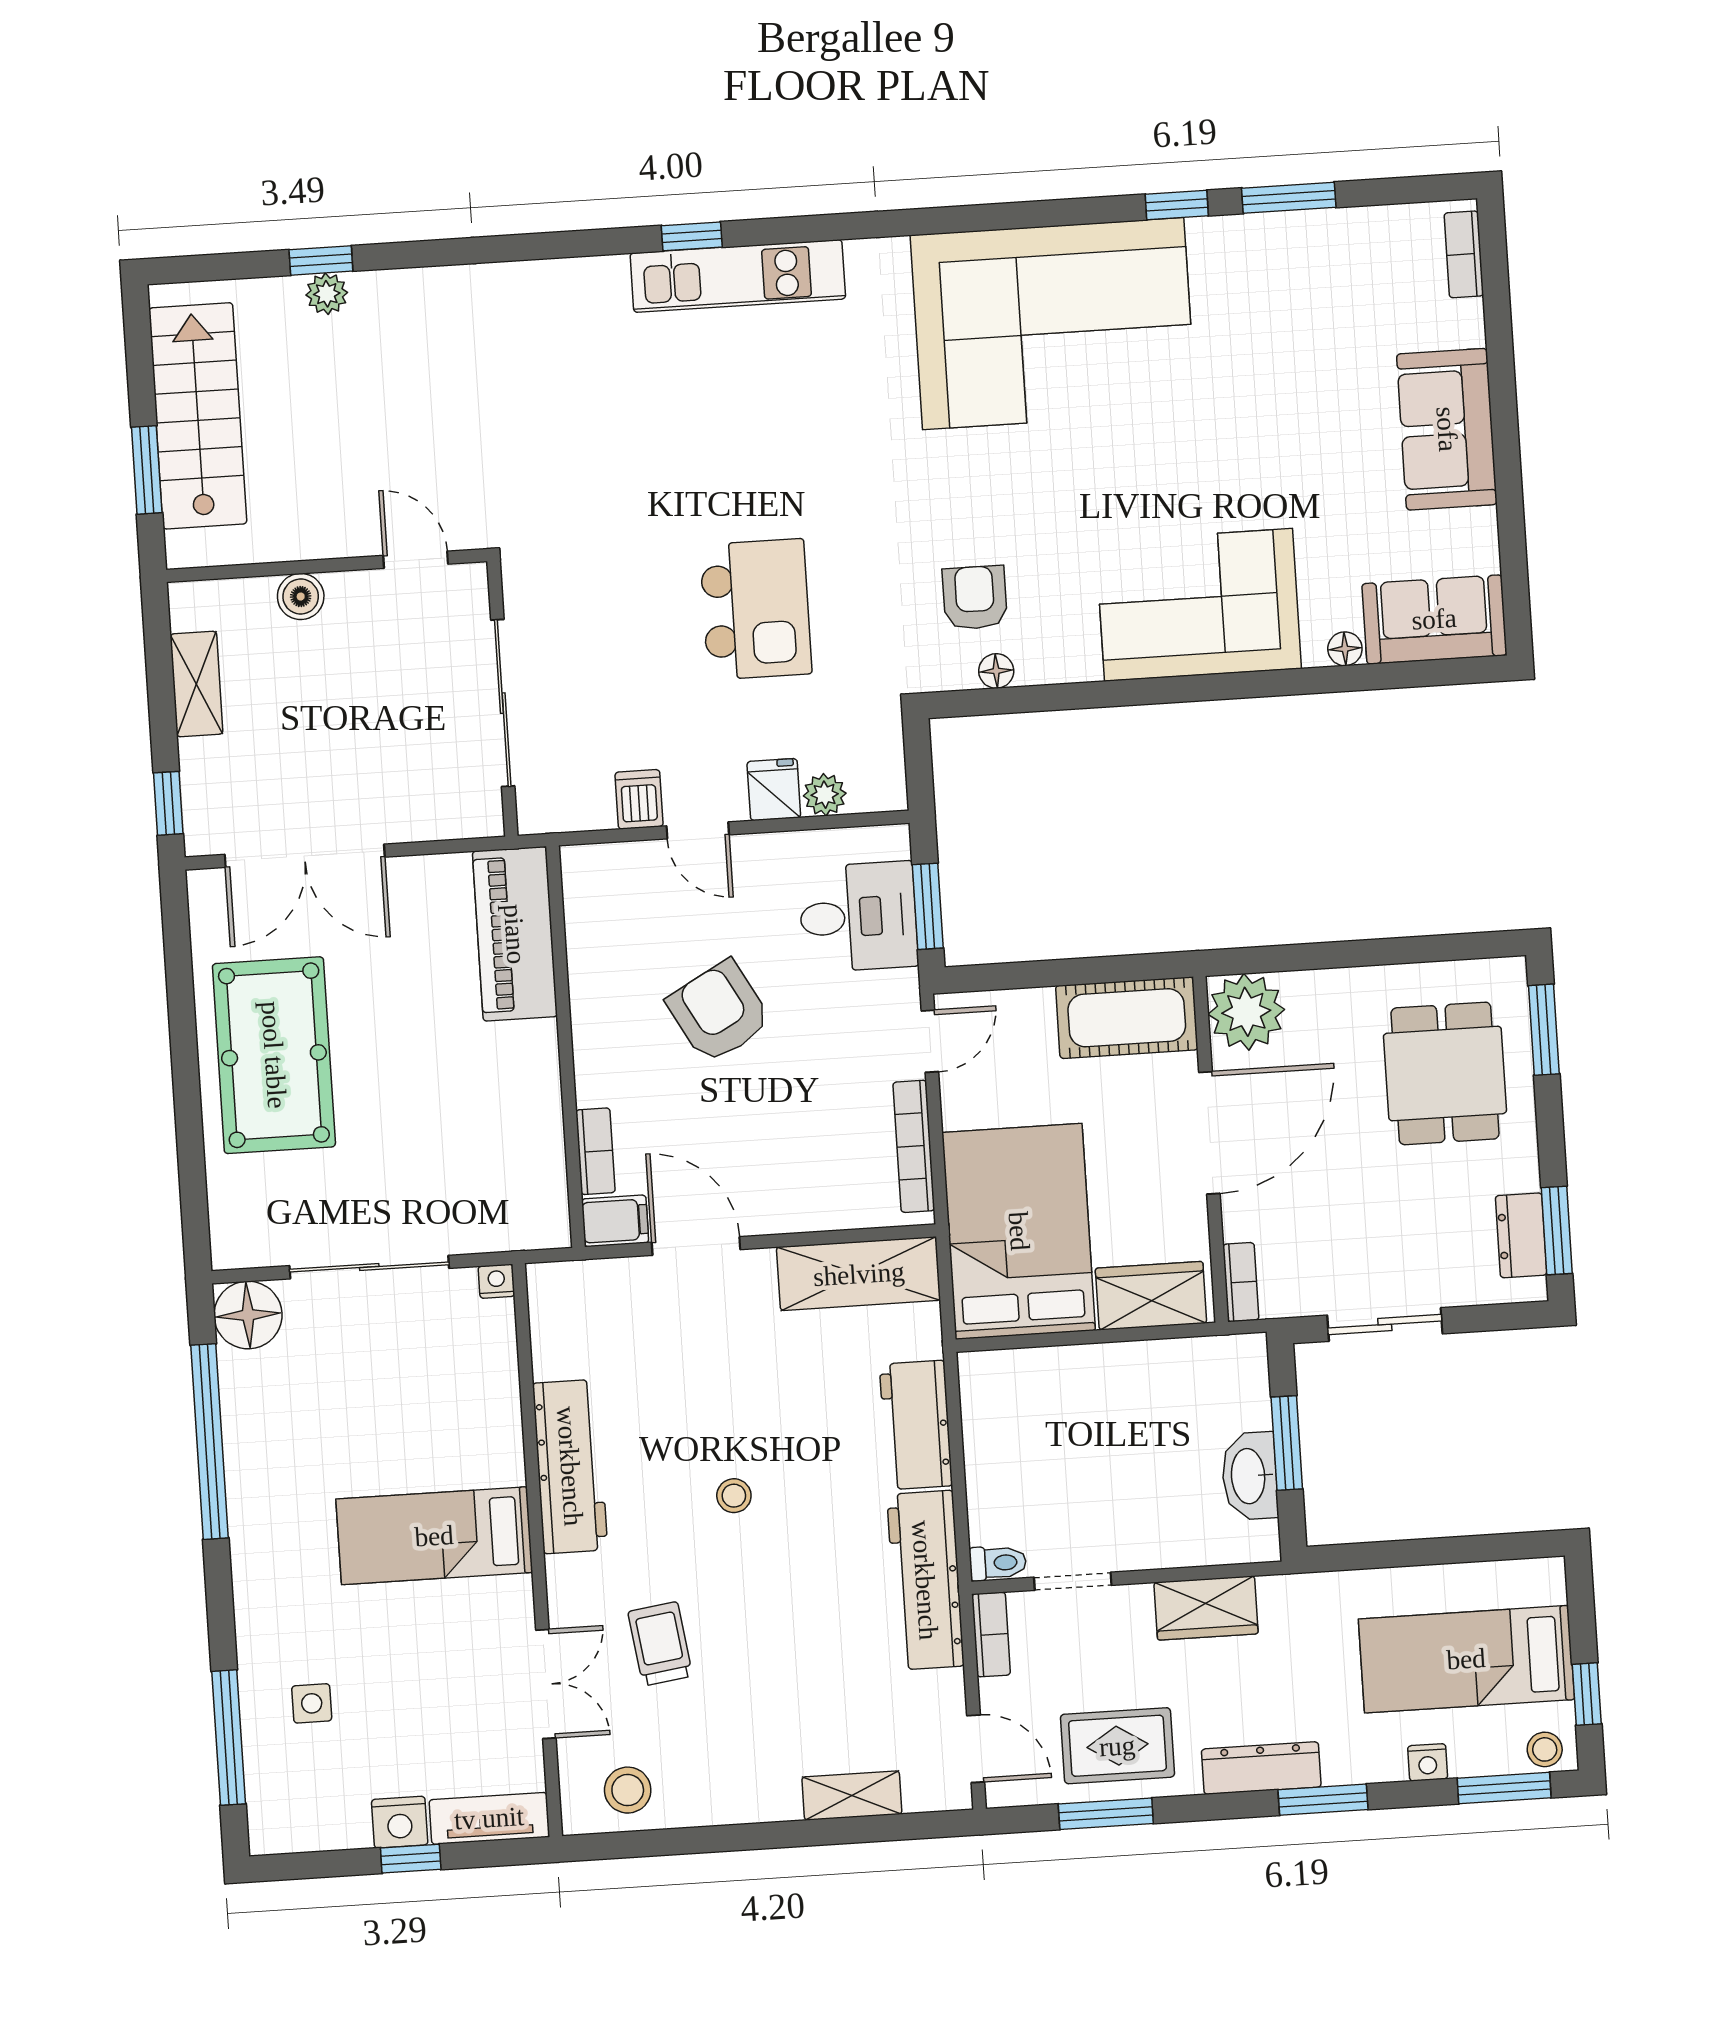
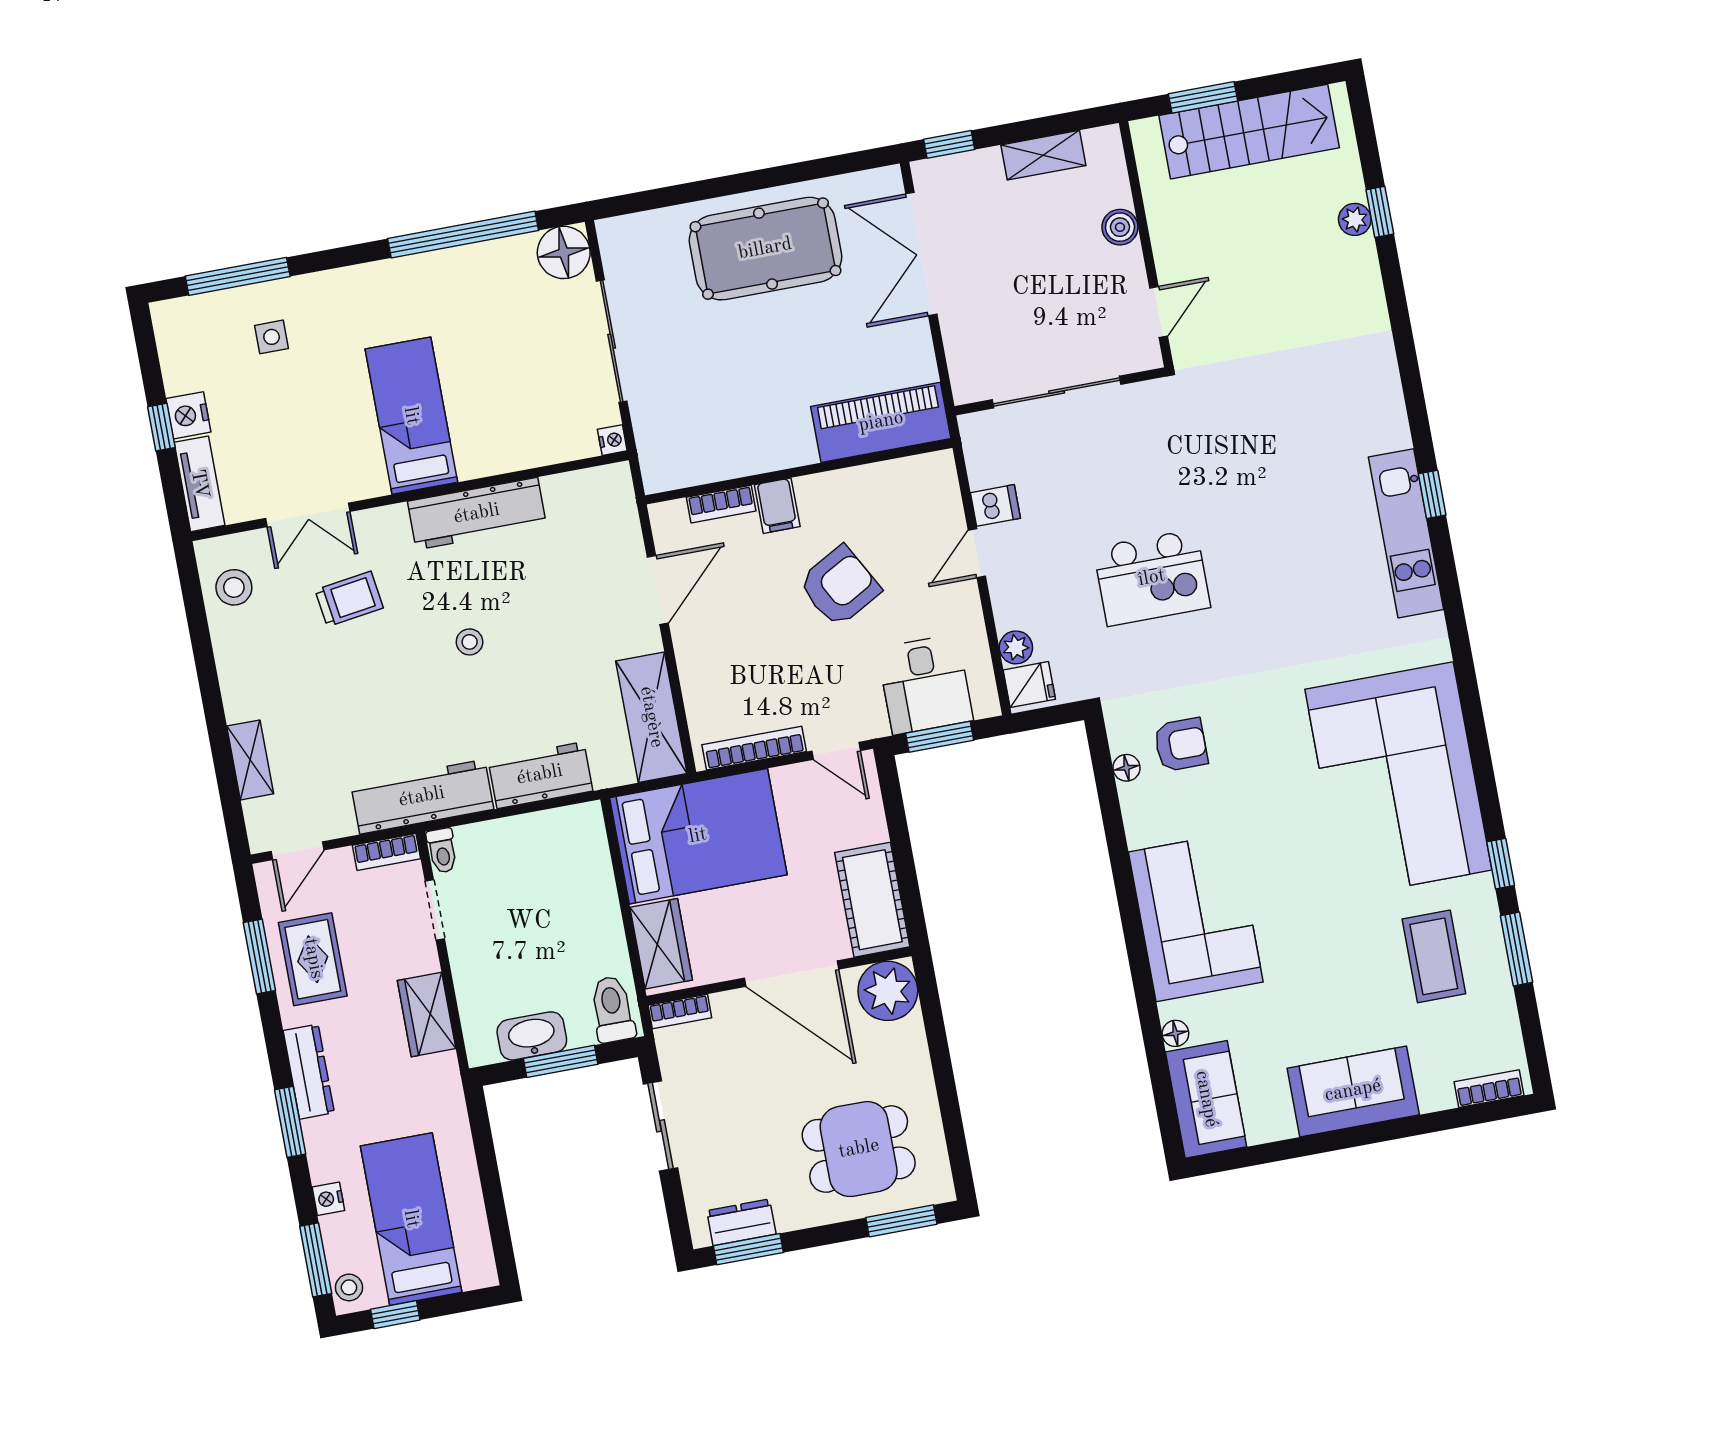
coffee table: (1286, 305) -> (1434, 956), added
fridge: (774, 790) -> (1029, 685), moved
filing cabinet: (615, 1221) -> (777, 506), moved
toilet: (1228, 1368) -> (612, 1009), added

